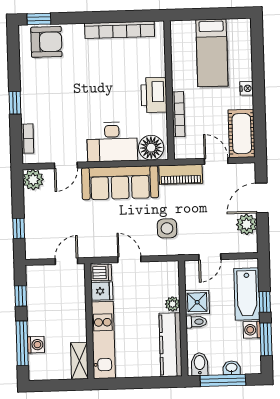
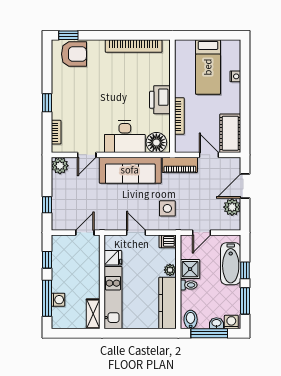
nightstand: (247, 88) -> (235, 76), moved
dishwasher: (101, 273) -> (168, 241), moved, turned 180
washing machine: (252, 330) -> (231, 322), moved, turned 90

